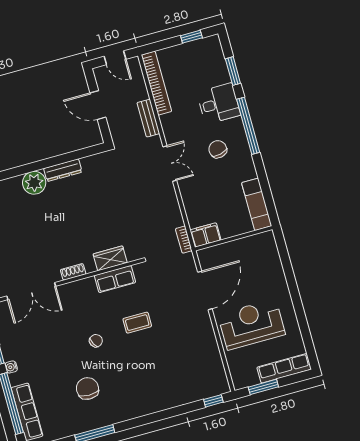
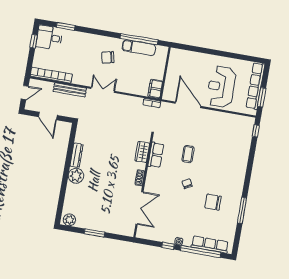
desk: (219, 104) -> (49, 38), moved, turned -90
door: (98, 105) -> (48, 116), hinge flipped
bench: (148, 118) -> (70, 90), width x1.36
window: (248, 126) -> (139, 39), moved
exam couch: (257, 204) -> (139, 48), moved
row of seats: (284, 368) -> (255, 86), width x1.36

